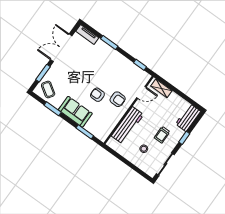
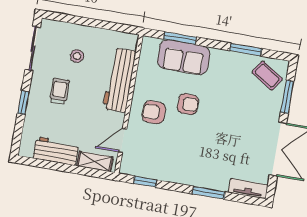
sofa: (75, 112) -> (184, 57), moved
workbench: (188, 118) -> (56, 151), moved, turned -90

